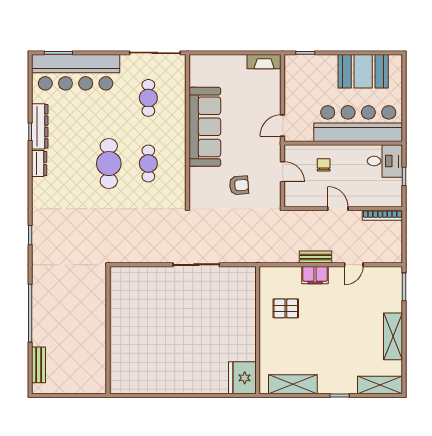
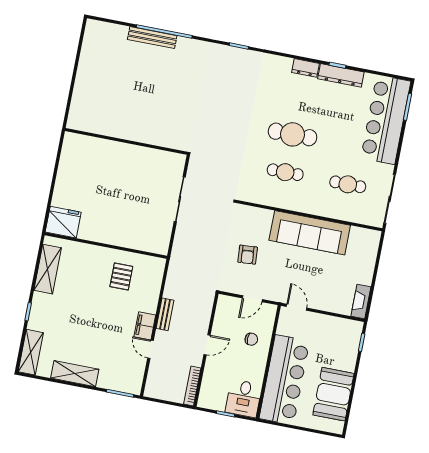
filing cabinet: (315, 275) -> (145, 326), moved
wall: (108, 330) -> (126, 141), moved
bench: (39, 365) -> (152, 38), moved, width x1.36

